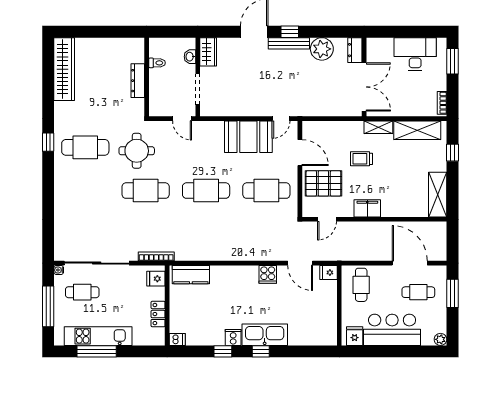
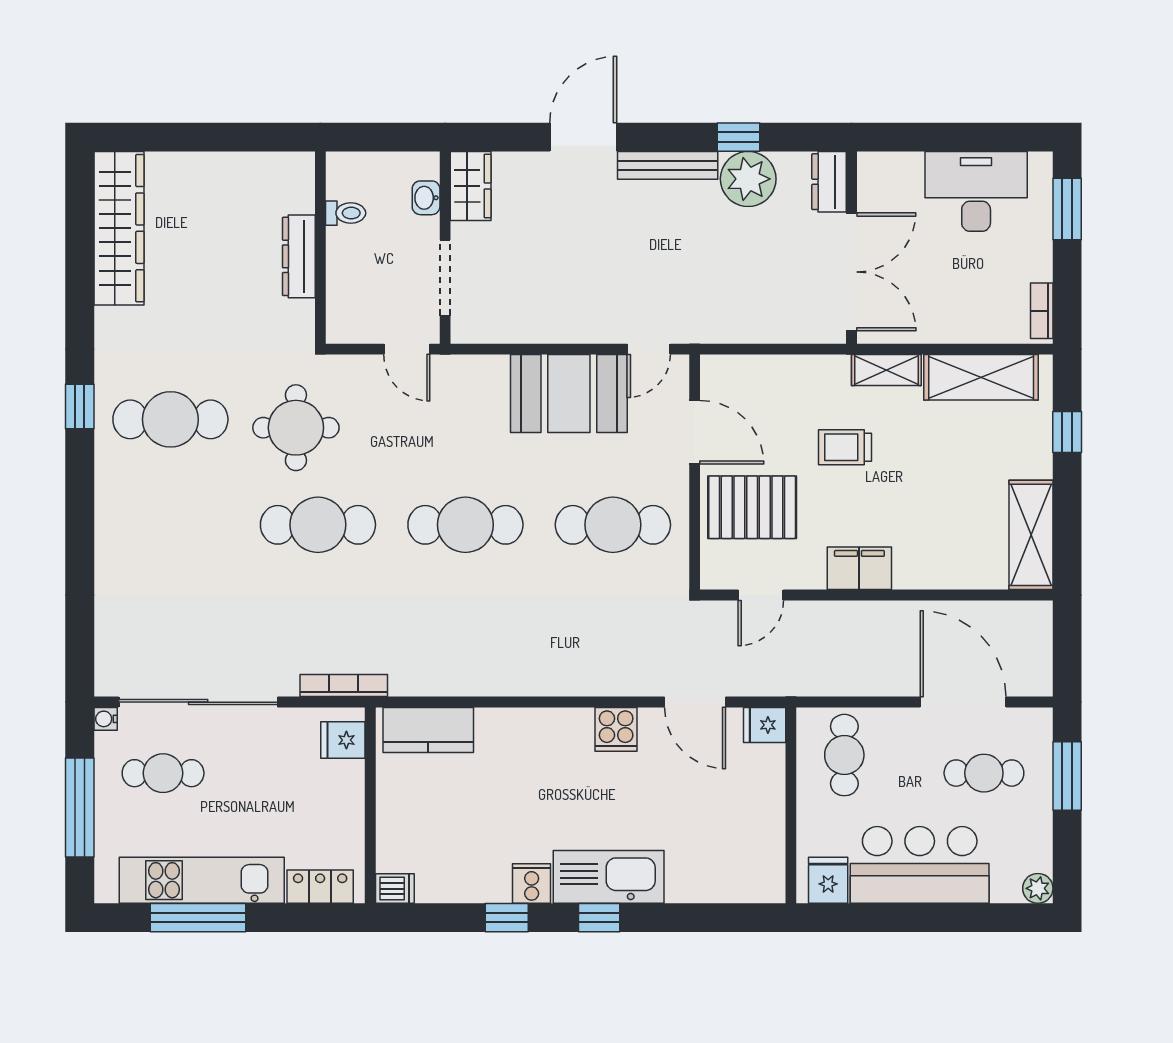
window: (290, 32) -> (739, 137), moved
locker: (158, 314) -> (320, 887), moved, turned 90

